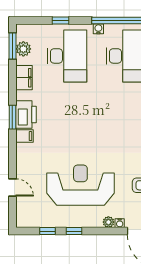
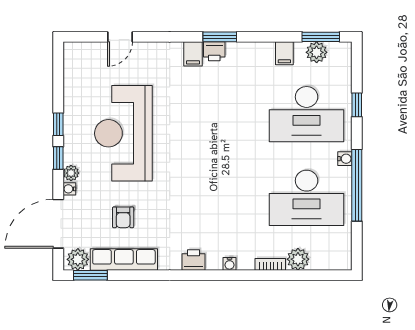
filing cabinet: (24, 78) -> (284, 53), width x0.50
printer: (26, 115) -> (214, 51), width x0.53, depth x0.68
reception desk: (80, 185) -> (123, 133), turned 180
window: (47, 231) -> (58, 158), moved

